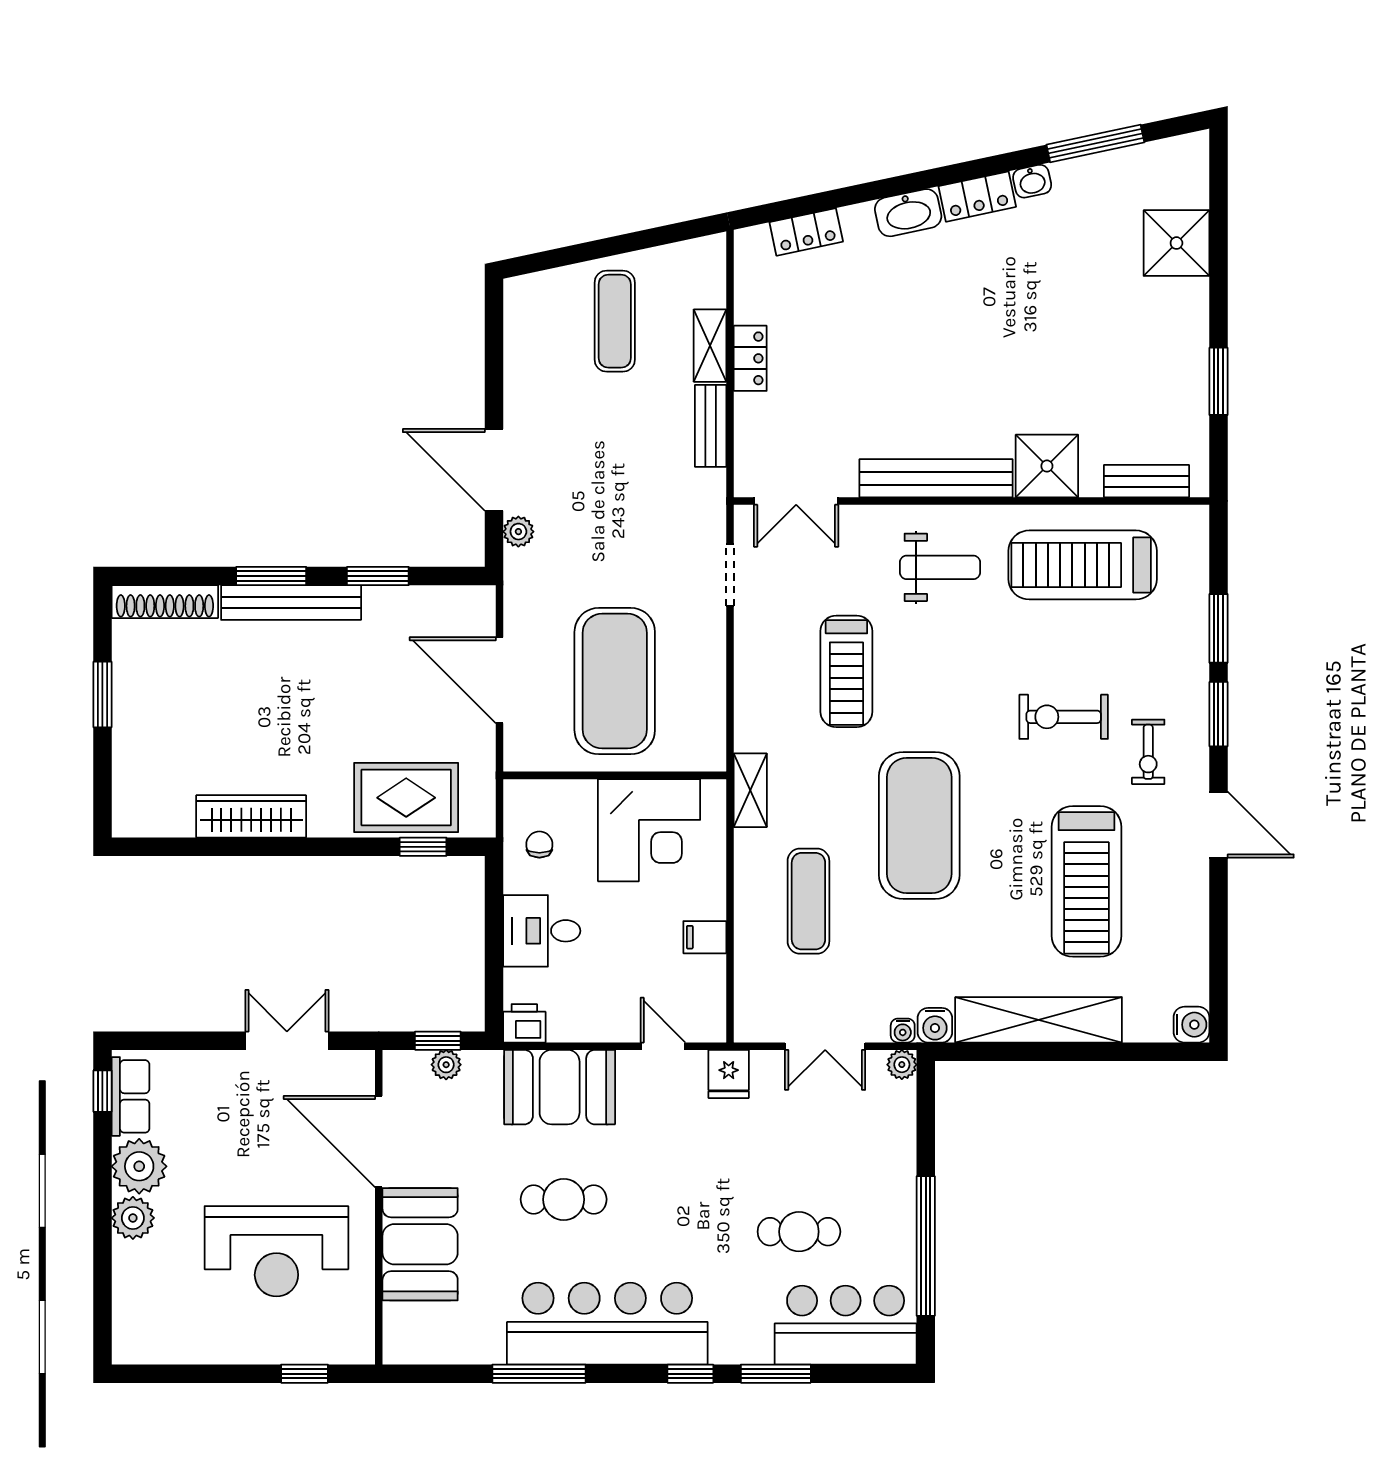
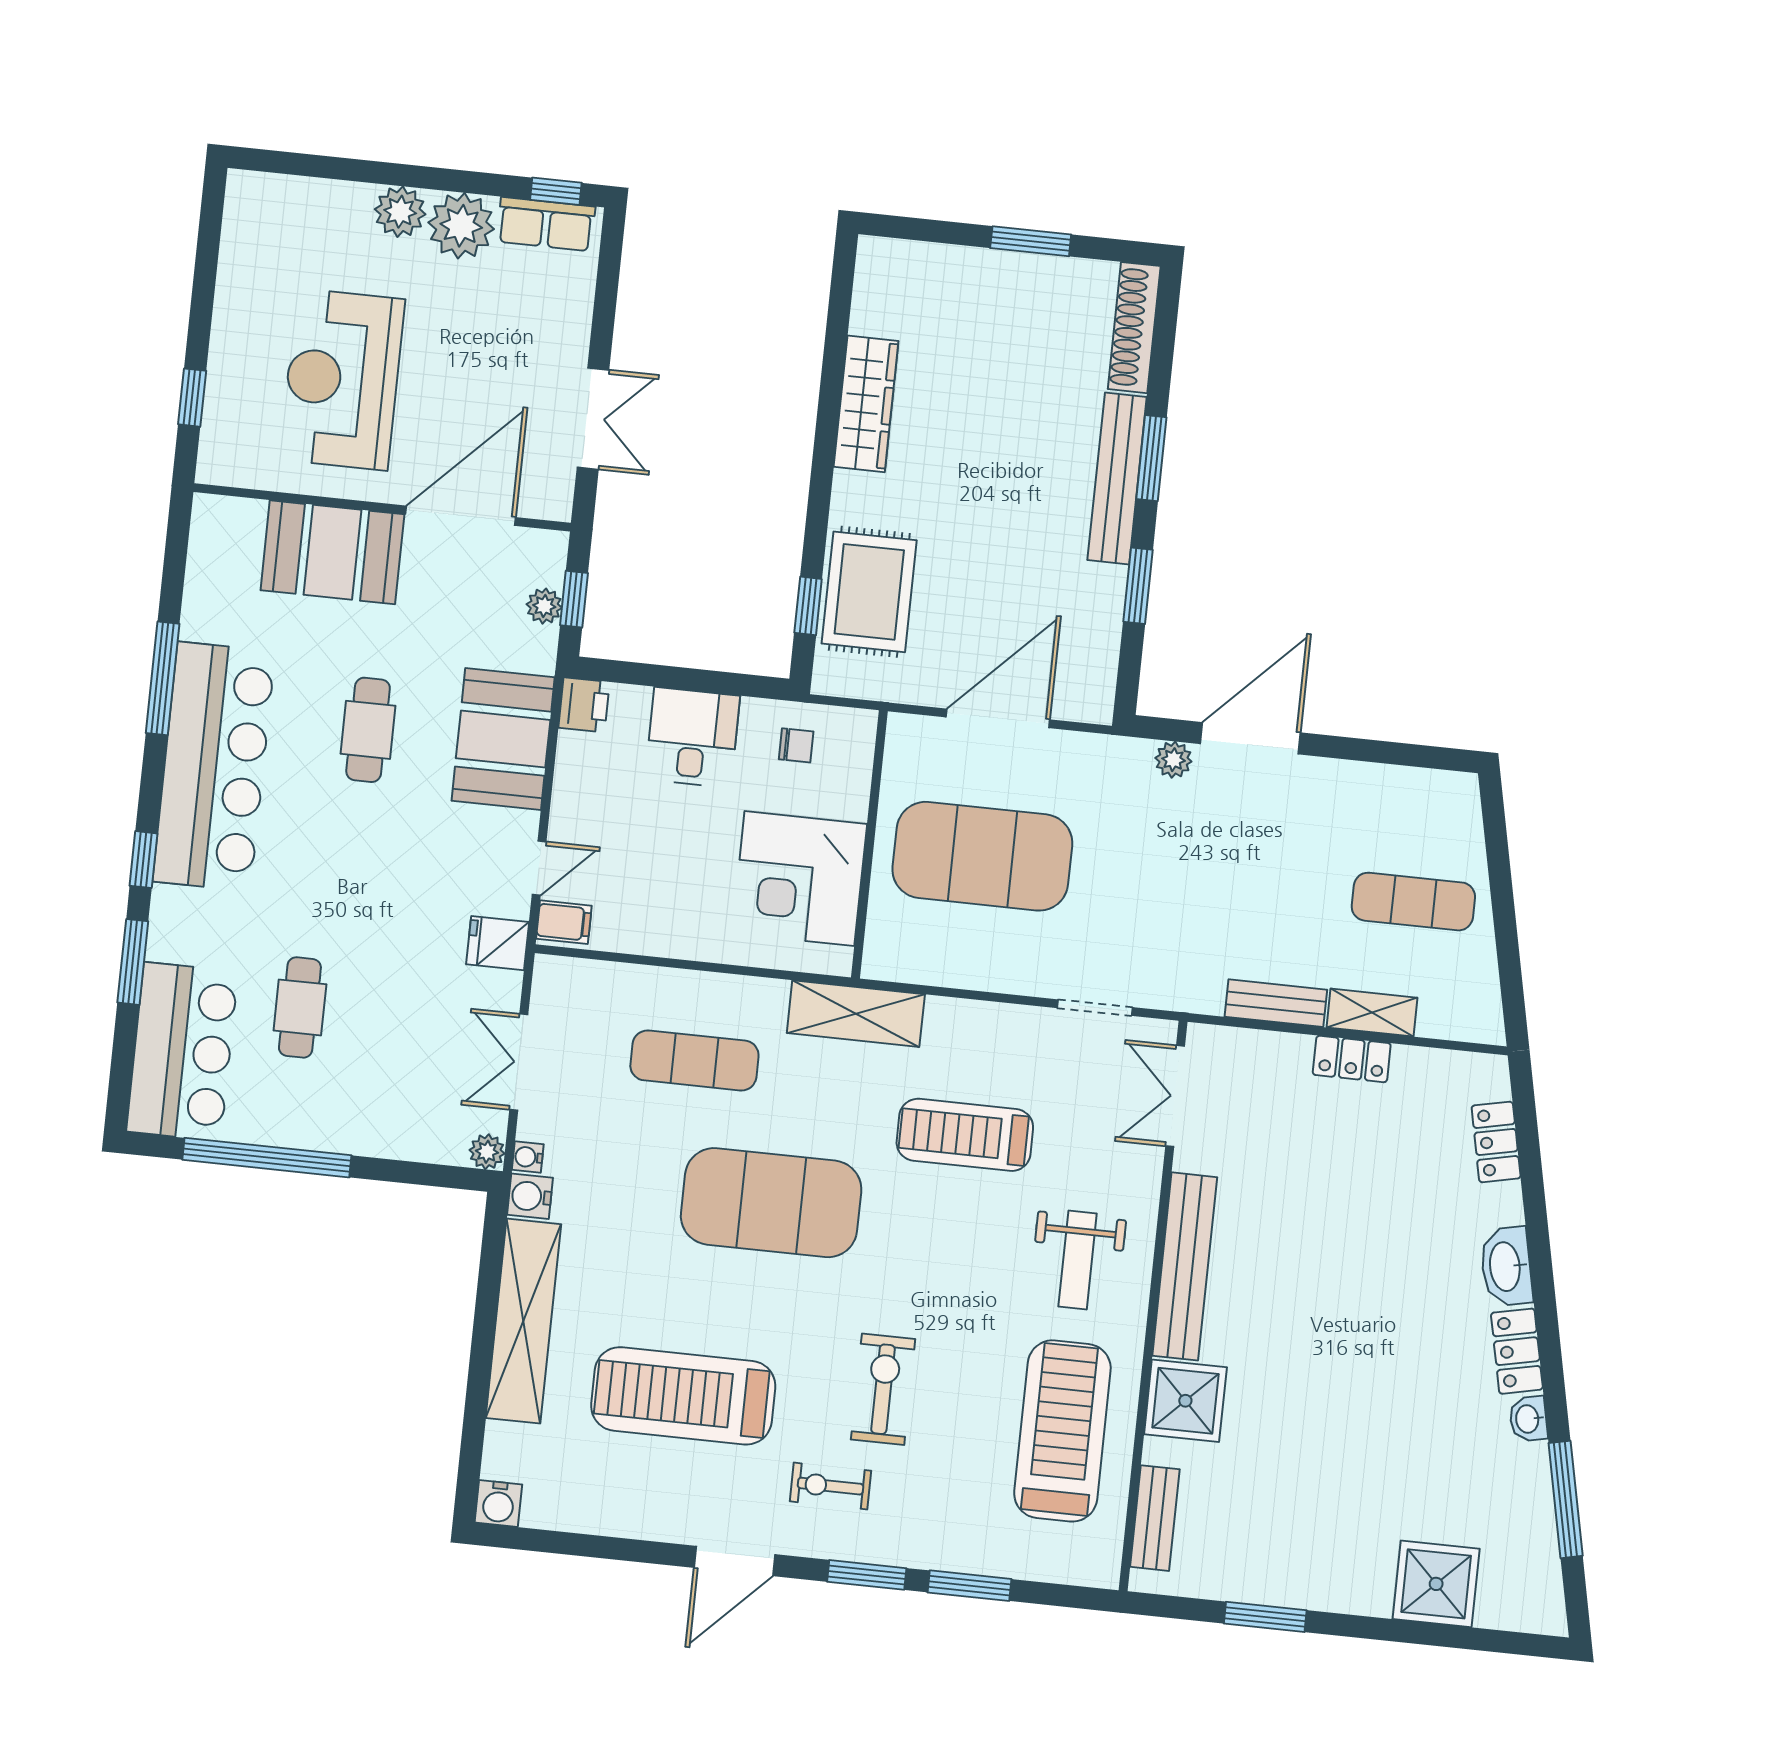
shelving: (750, 790) -> (856, 1014), width x1.50, depth x1.33
filing cabinet: (705, 937) -> (564, 922), moved, turned 90

